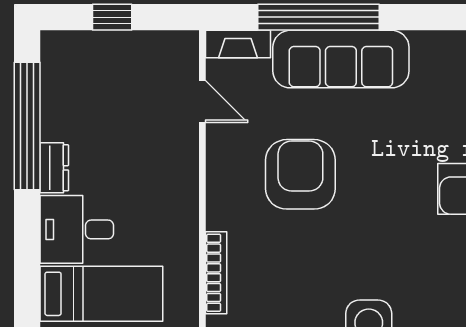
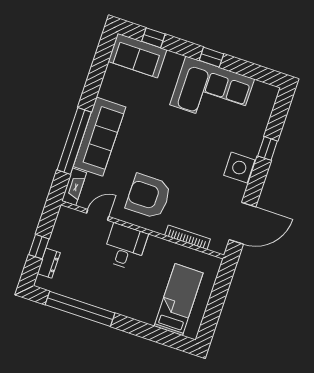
dresser: (54, 168) -> (49, 263), moved, turned 90
armchair: (300, 174) -> (148, 196), moved
desk: (77, 229) -> (125, 247), moved, turned 180

